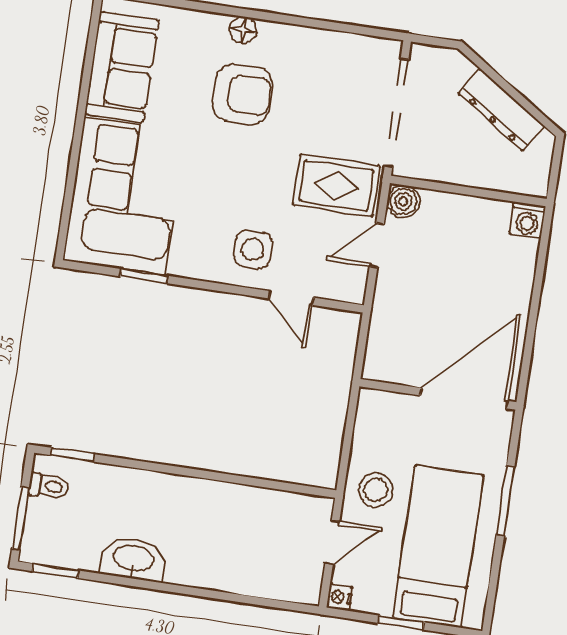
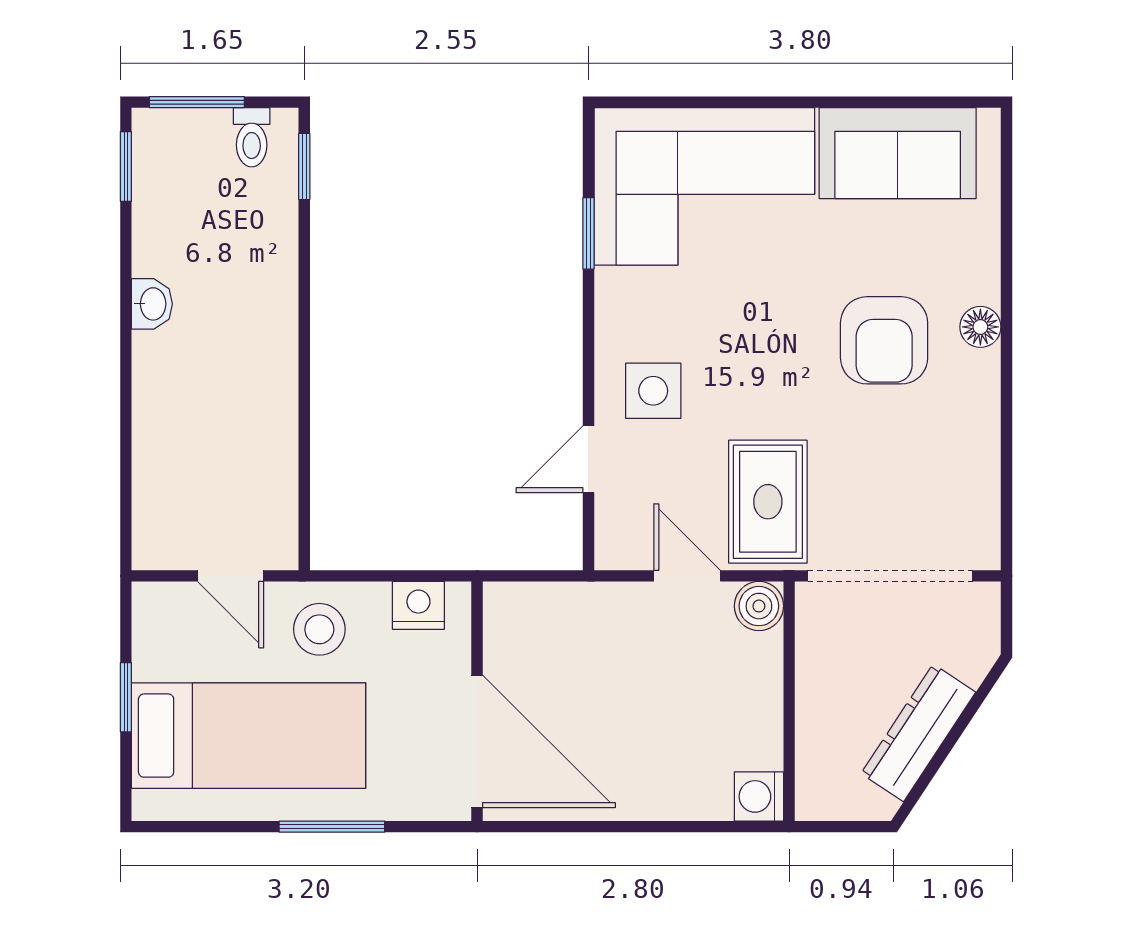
washbasin: (133, 559) -> (152, 304), width x0.52, depth x0.69
nightstand: (340, 597) -> (418, 605), moved, width x1.39, depth x1.35

